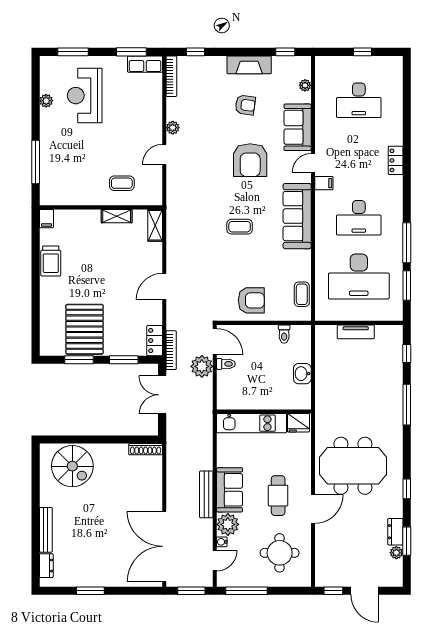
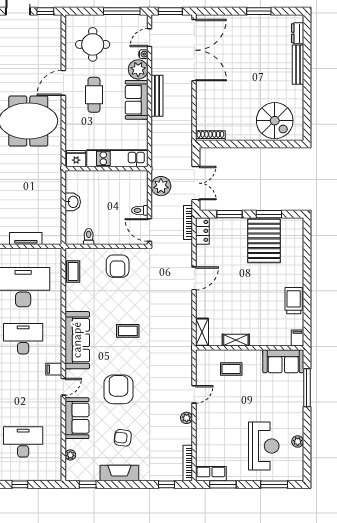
sofa: (63, 192) -> (283, 361), added
armchair: (251, 300) -> (118, 266), turned -90
plant: (202, 366) -> (161, 186), moved
spiral stairs: (72, 466) -> (275, 121), turned 180

